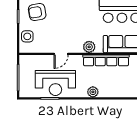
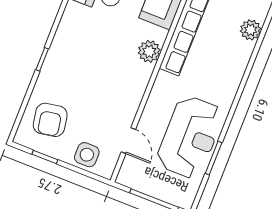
door: (61, 54) -> (128, 141), moved
plant: (93, 92) -> (251, 30), moved

